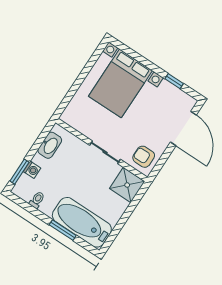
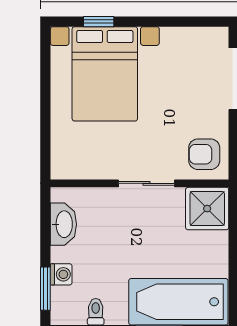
window: (174, 81) -> (99, 22), moved

